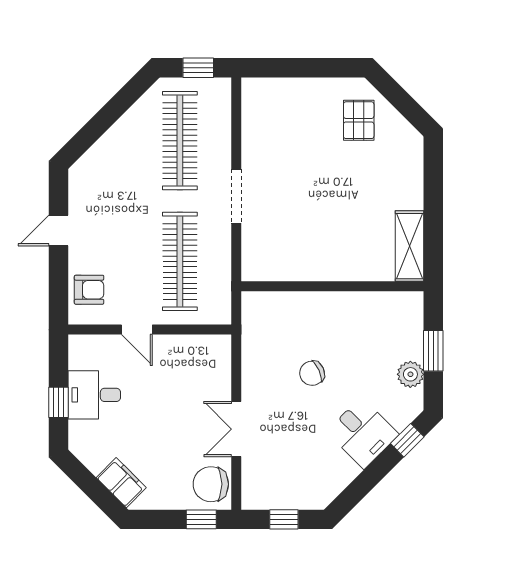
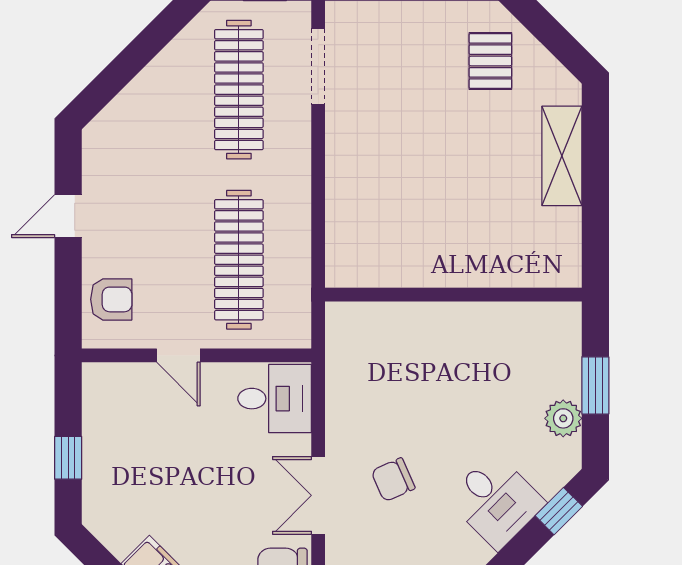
doorway: (236, 196) -> (318, 66), moved
shelving: (409, 246) -> (562, 156), moved
chair: (312, 373) -> (393, 480), moved
desk: (94, 395) -> (275, 399), moved, turned 180

